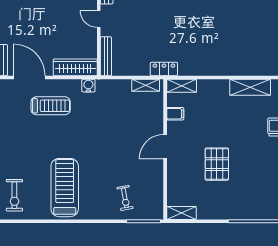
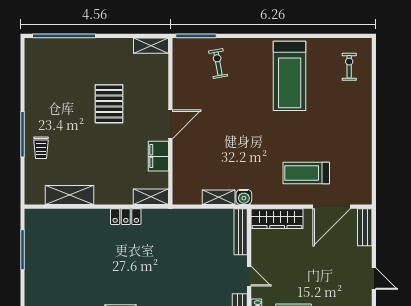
locker: (164, 69) -> (126, 217), moved
door: (29, 77) -> (332, 207), hinge flipped
shelving: (146, 85) -> (219, 197), moved
water cooler: (88, 86) -> (244, 197), moved
filing cabinet: (175, 114) -> (158, 156), width x2.00
exercise bike: (14, 195) -> (349, 67), width x0.73, depth x0.72

